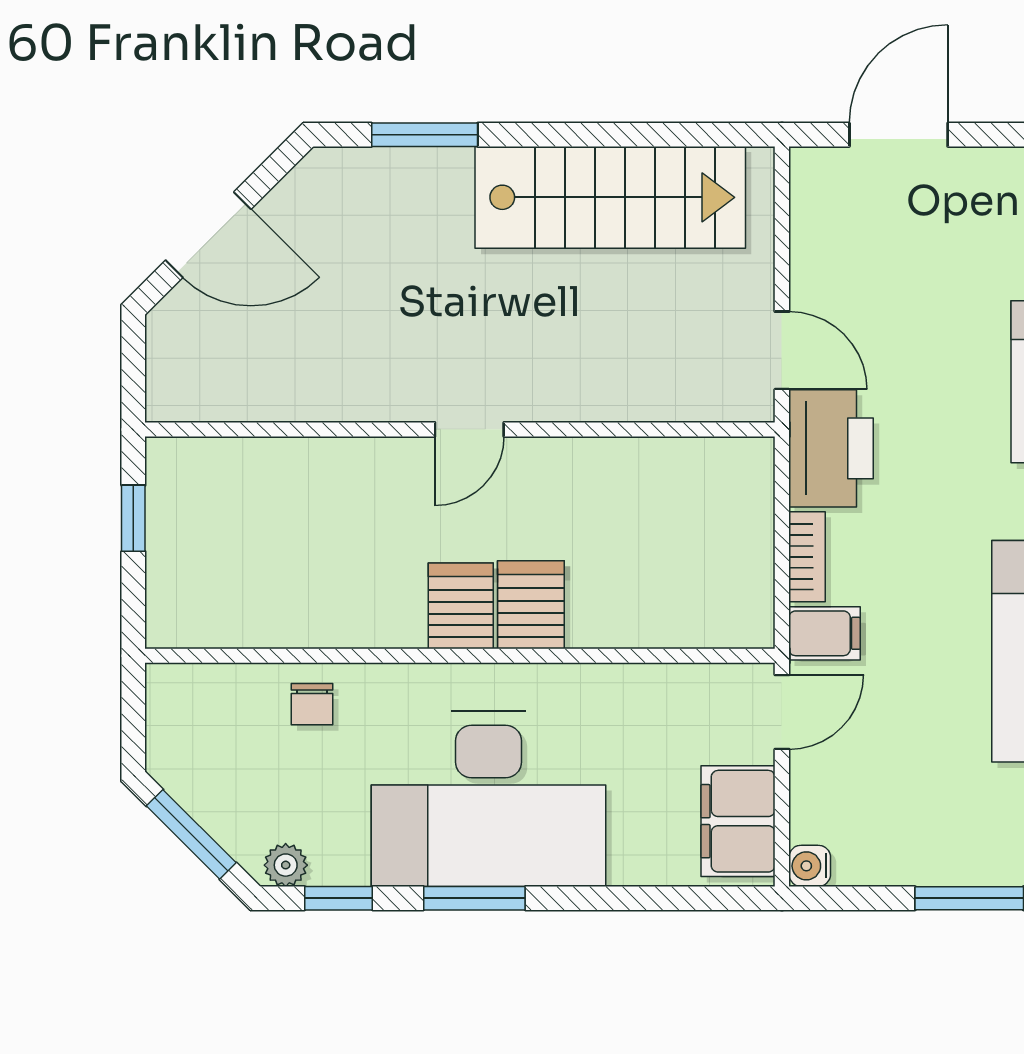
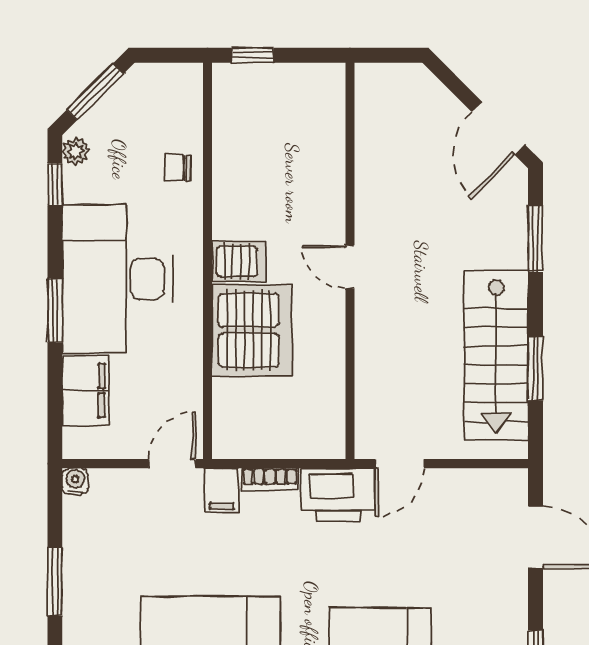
window: (630, 135) -> (535, 368), added
door: (208, 235) -> (498, 128), moved
window: (133, 518) -> (252, 55), moved
server rack: (531, 605) -> (252, 330), width x2.18, depth x1.44
door: (782, 712) -> (172, 464), swing flipped
filing cabinet: (738, 821) -> (85, 391), moved, turned 90
window: (474, 898) -> (55, 310), moved

